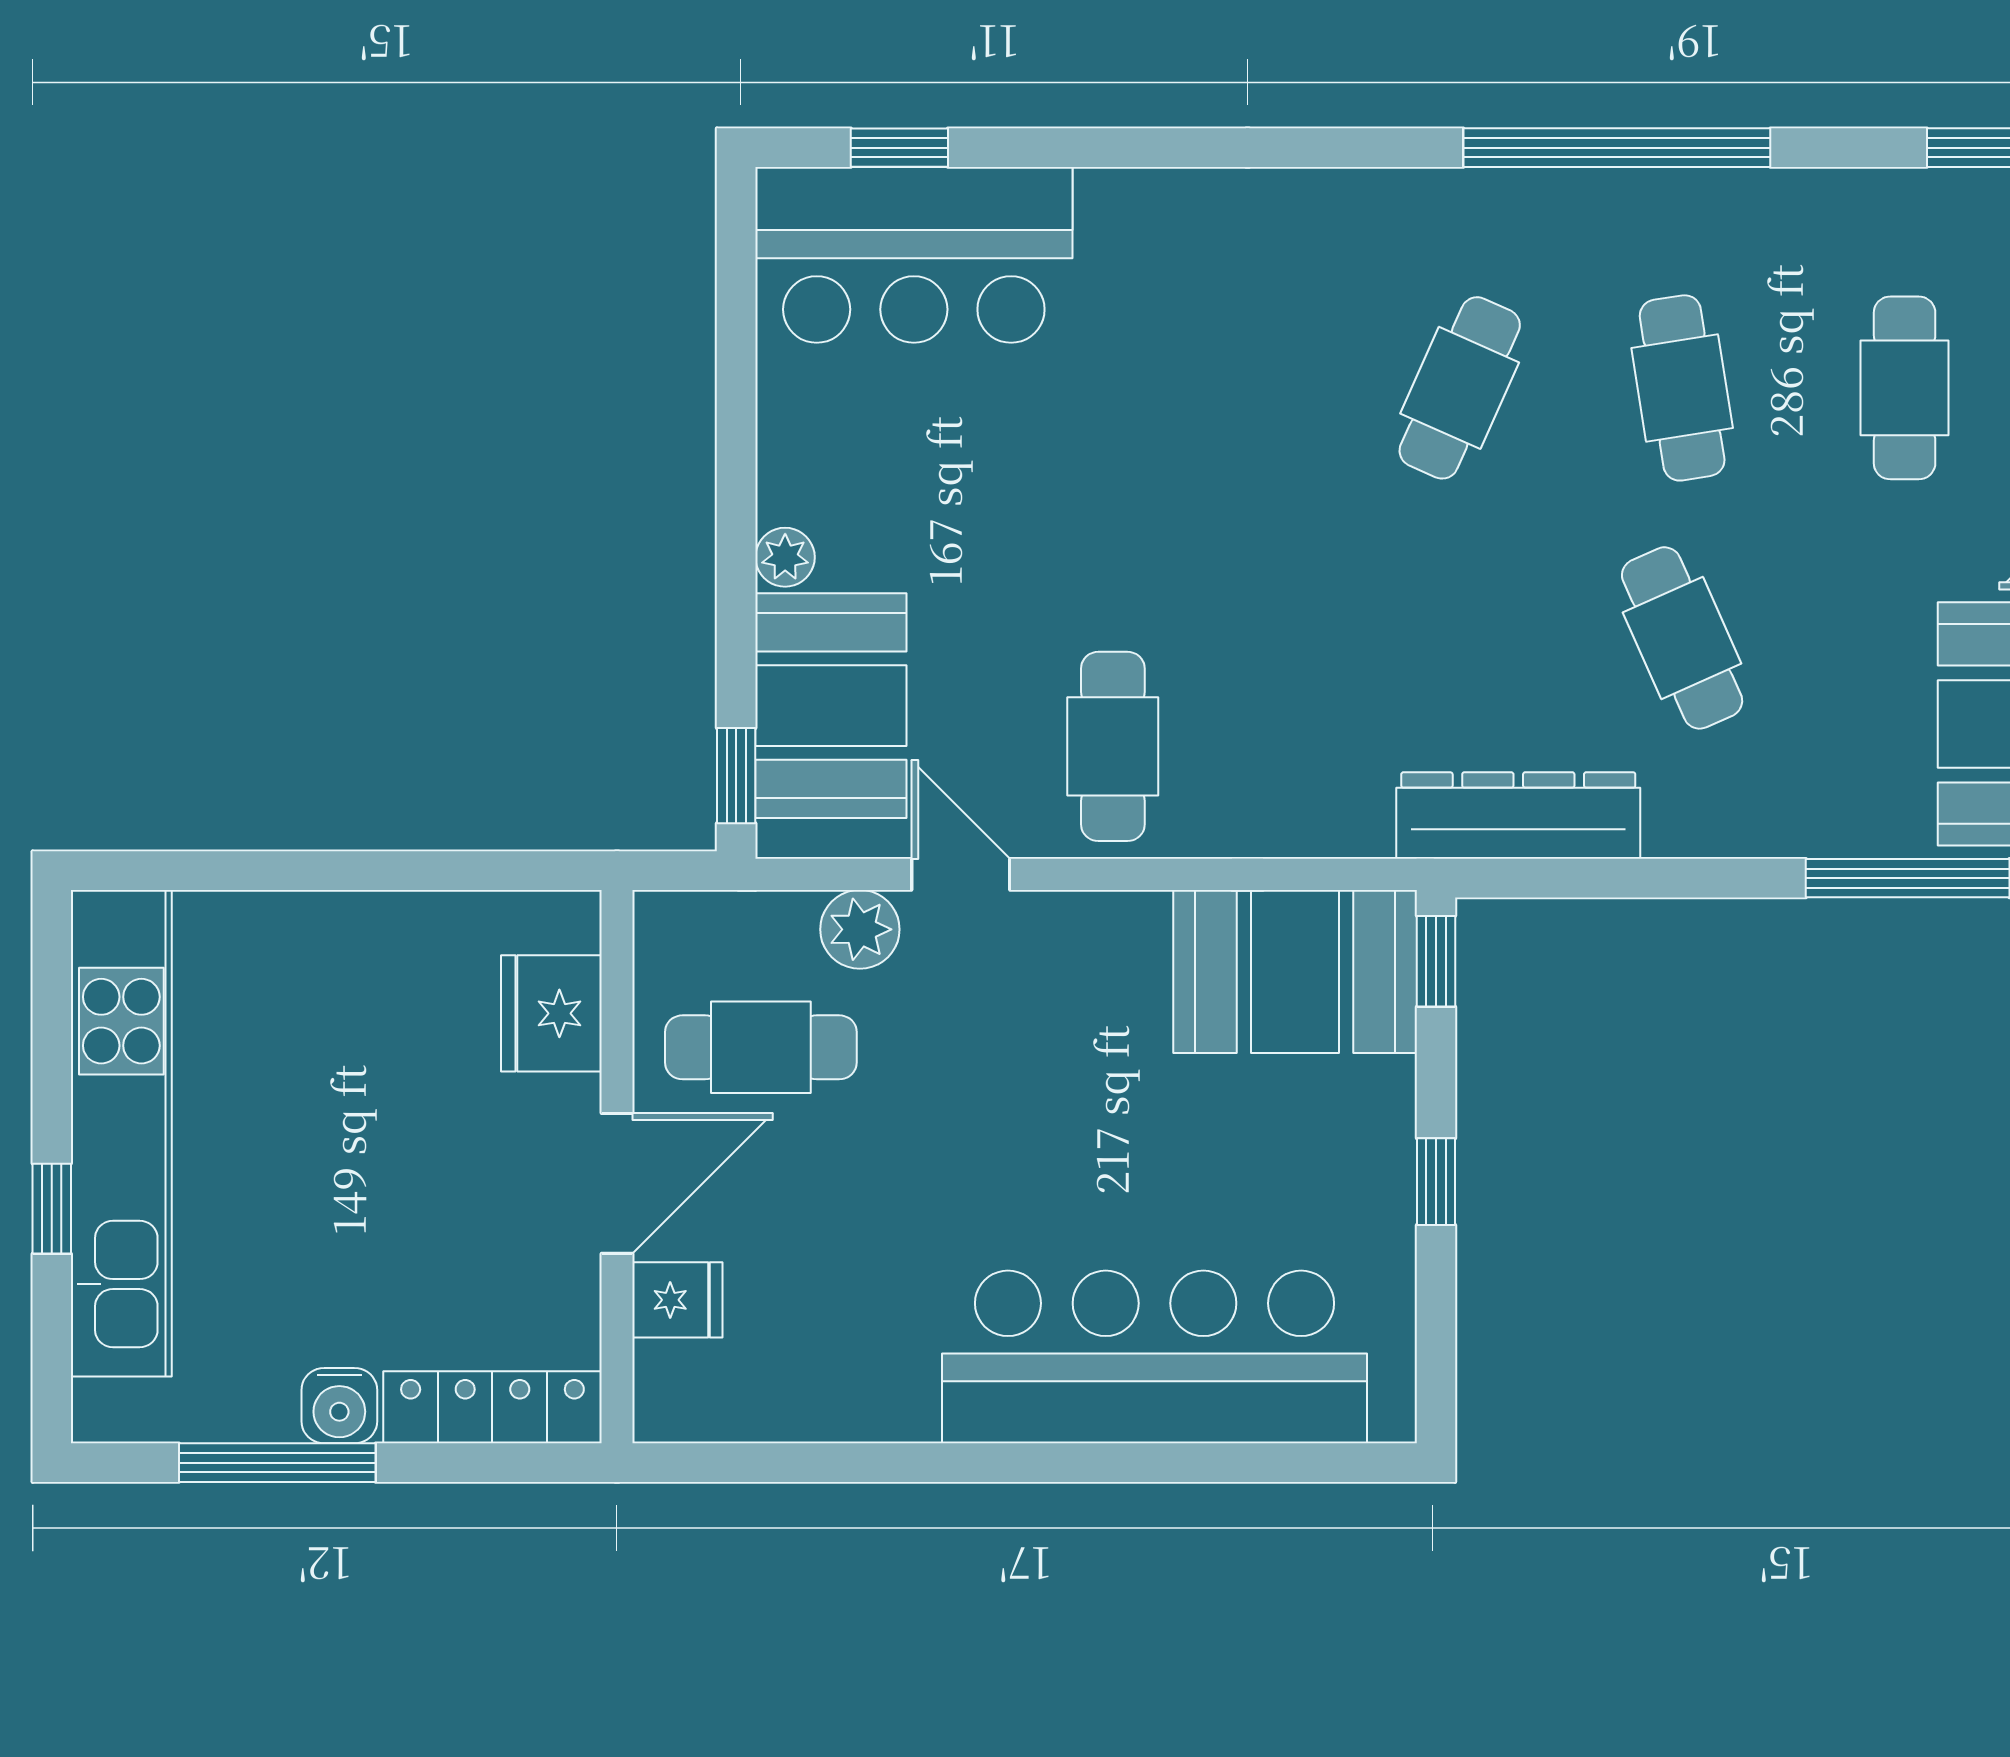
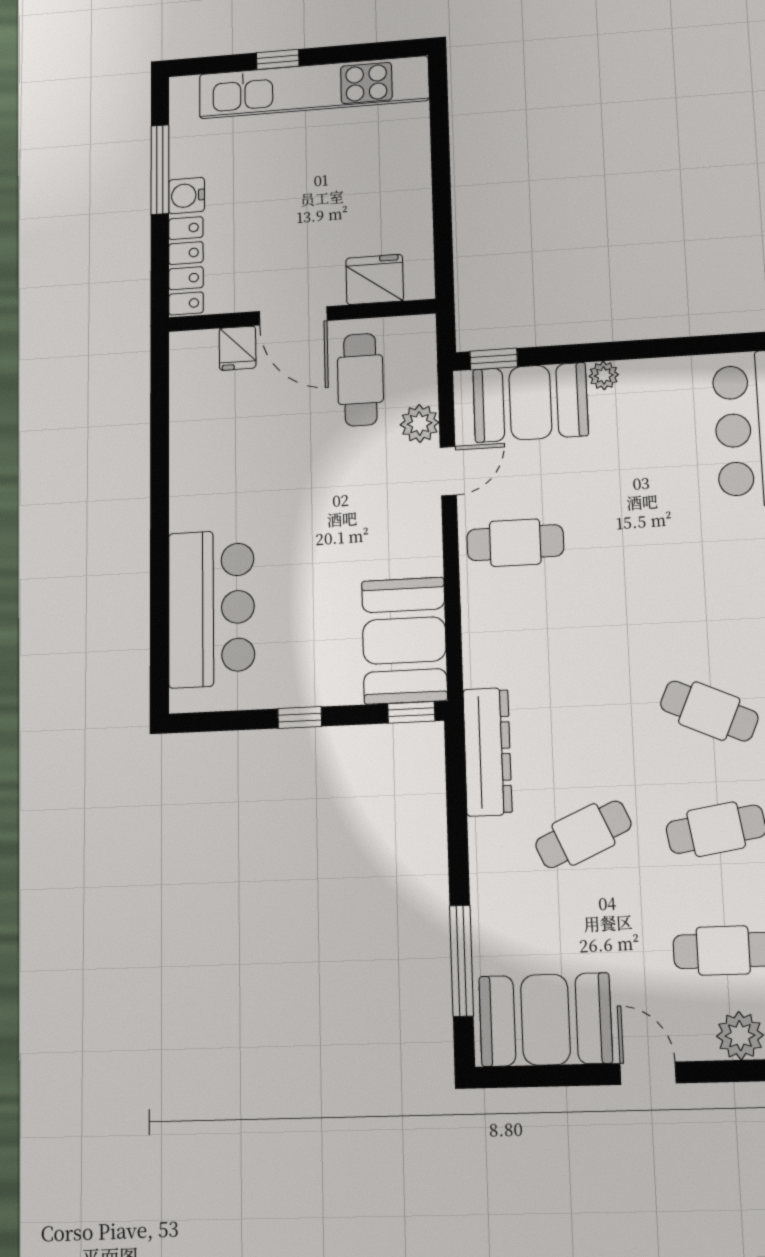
bar counter: (1155, 1357) -> (211, 608), width x0.73

